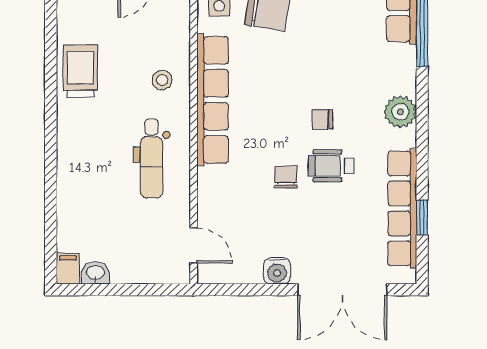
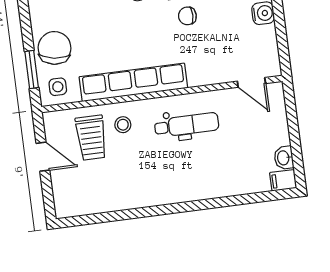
trolley: (80, 71) -> (91, 138), moved, turned -90
door: (194, 245) -> (251, 82), swing flipped

